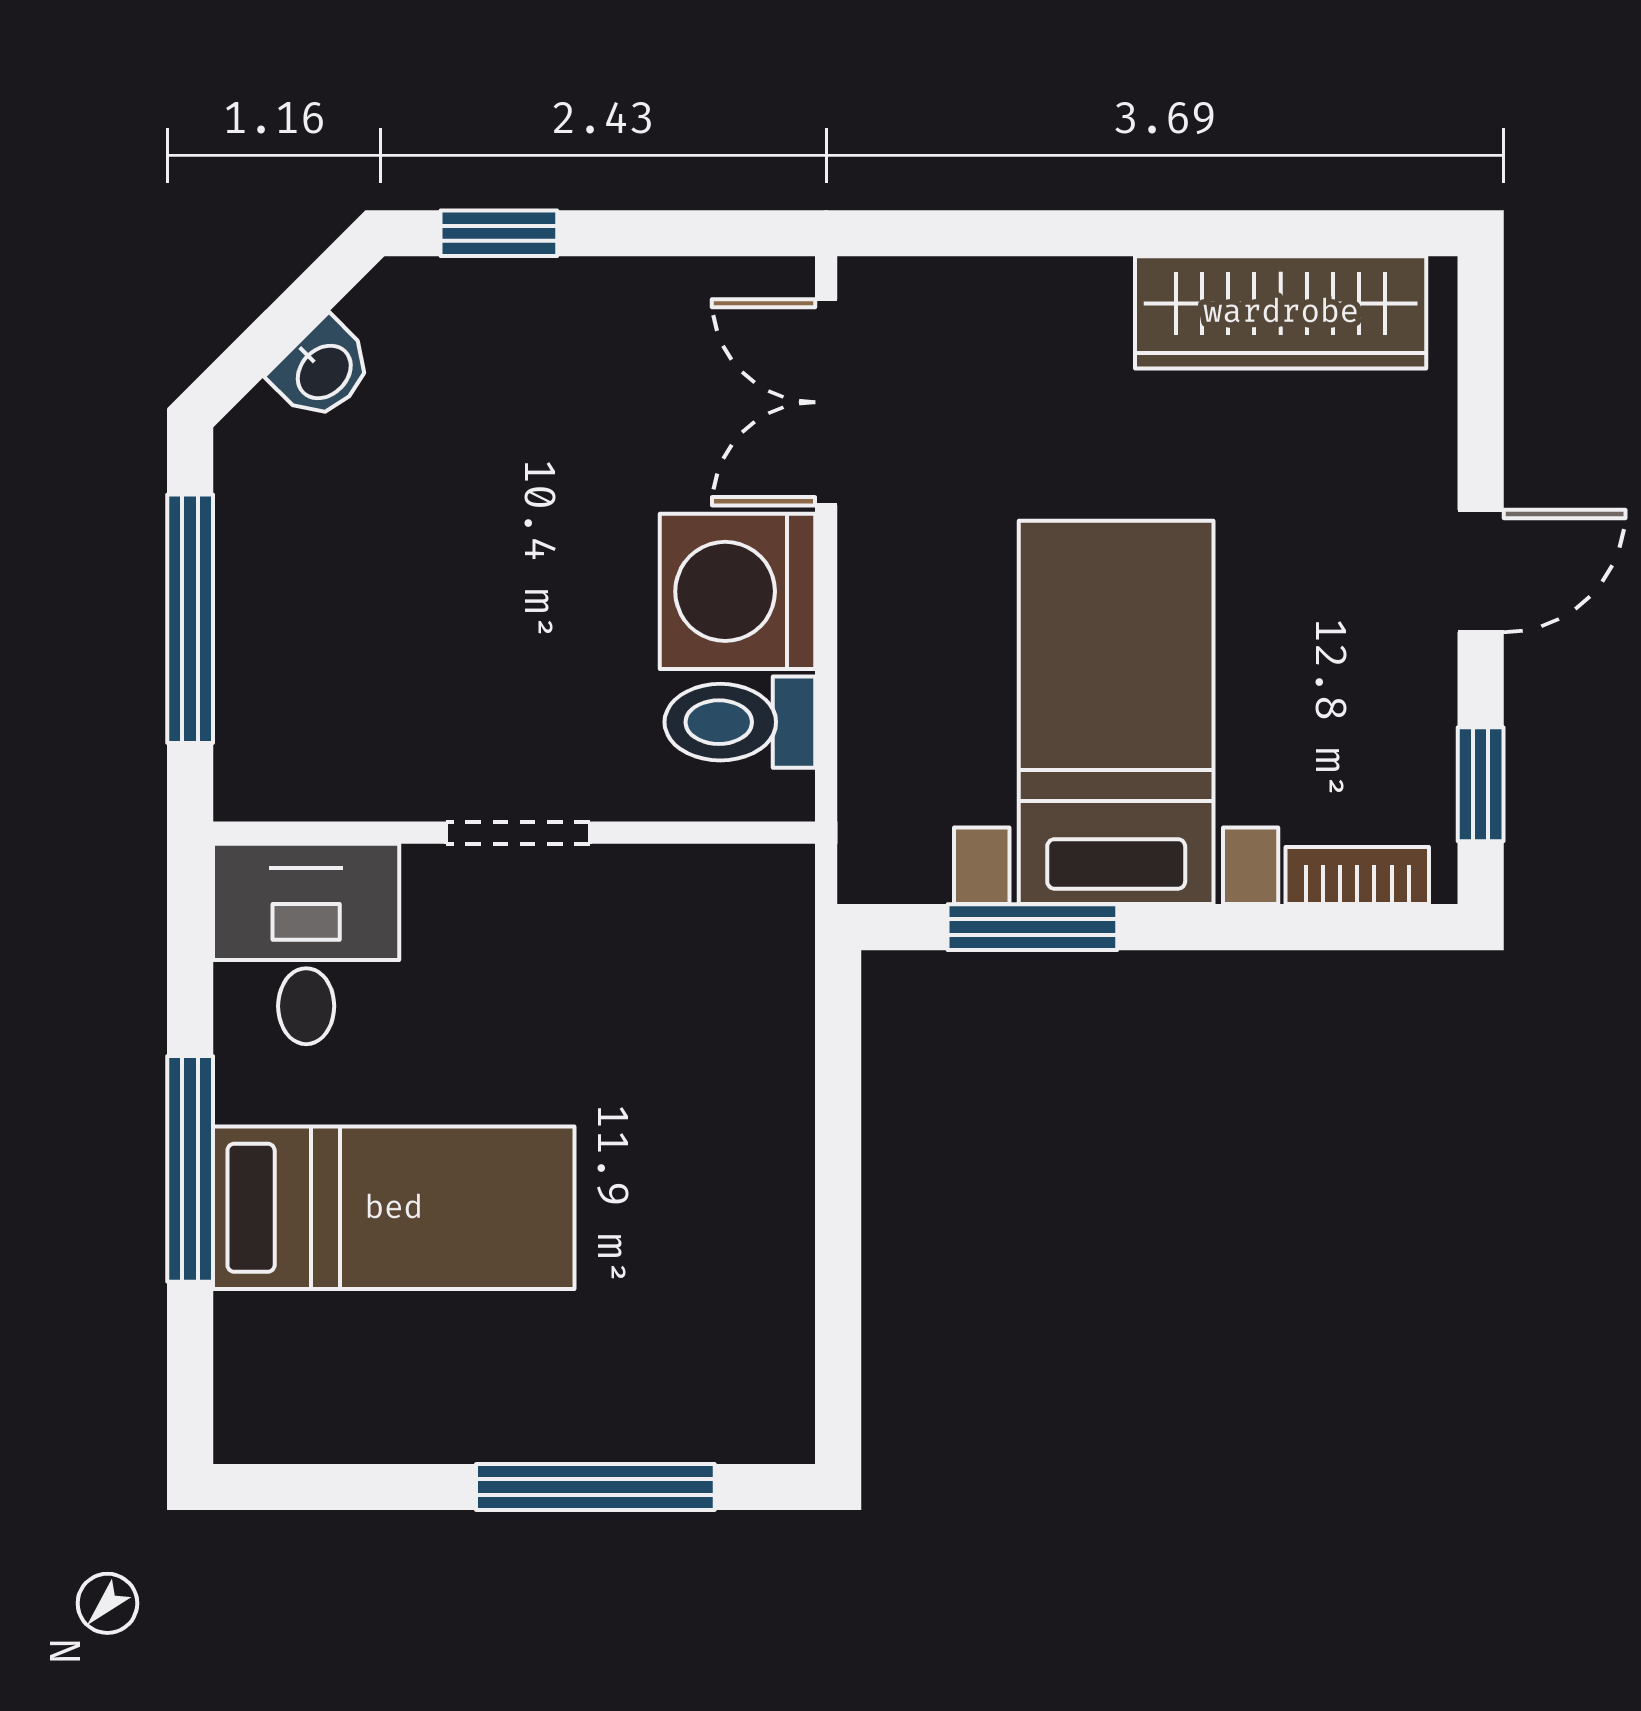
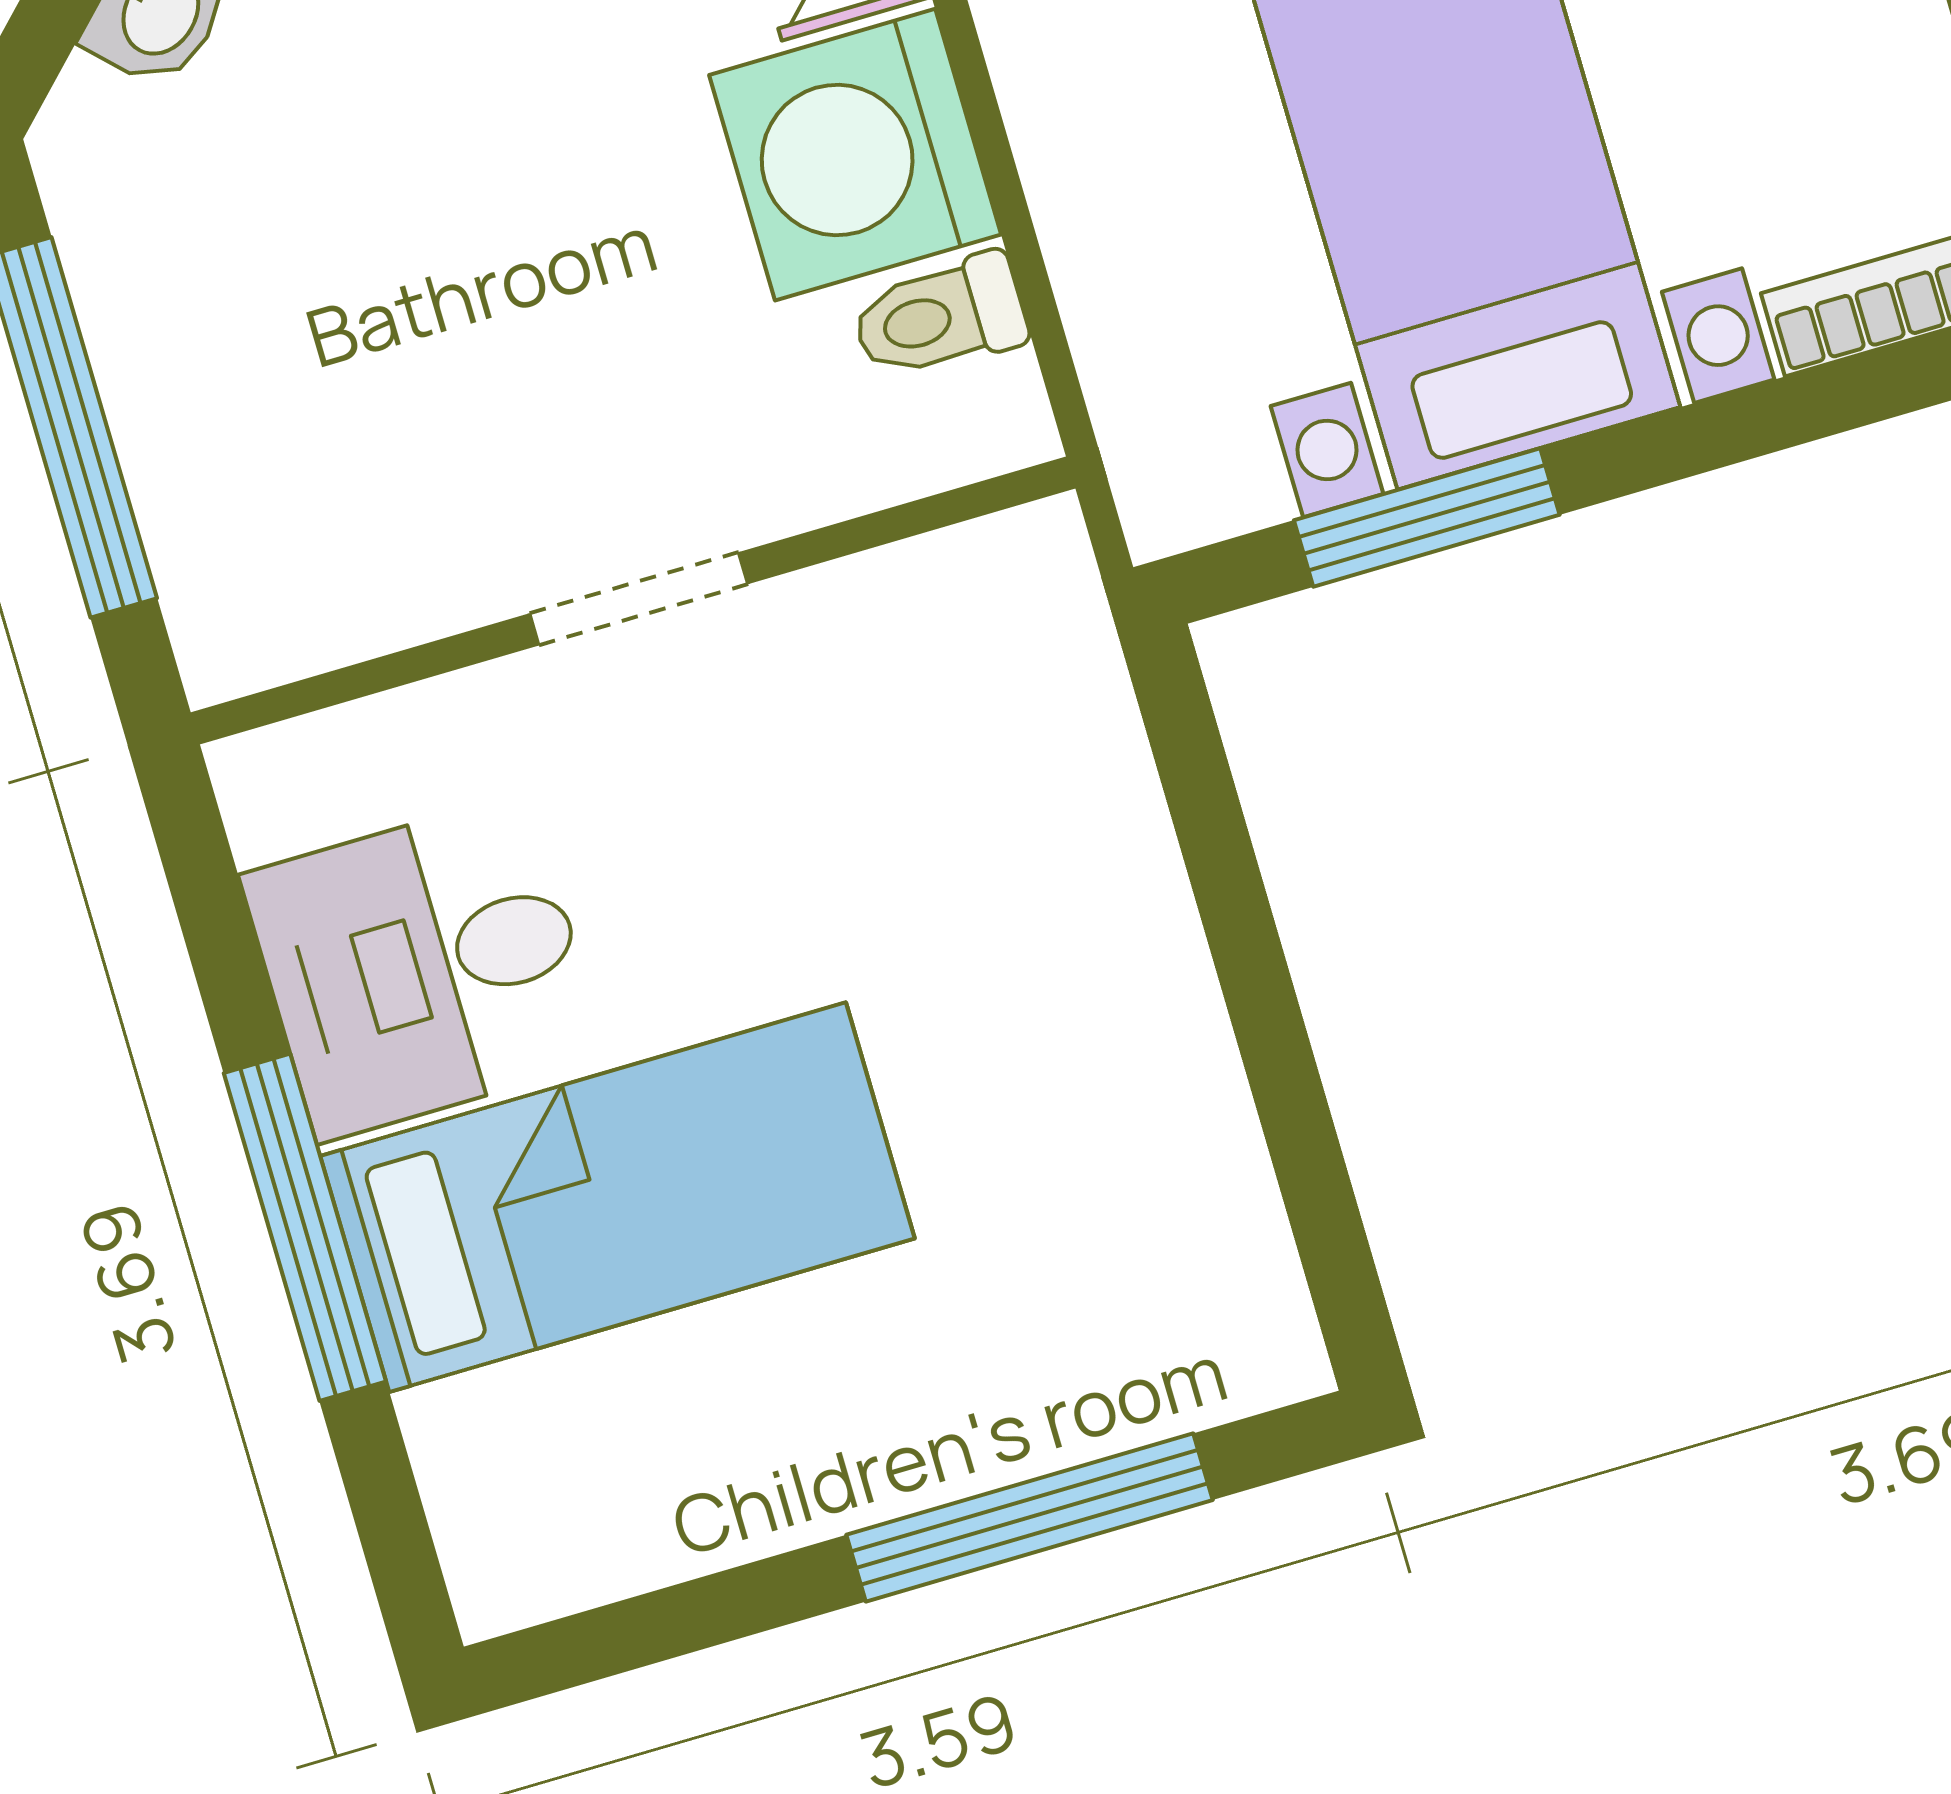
toilet: (740, 722) -> (939, 317), width x0.73, depth x0.72
desk: (306, 944) -> (423, 967), moved, turned -90

